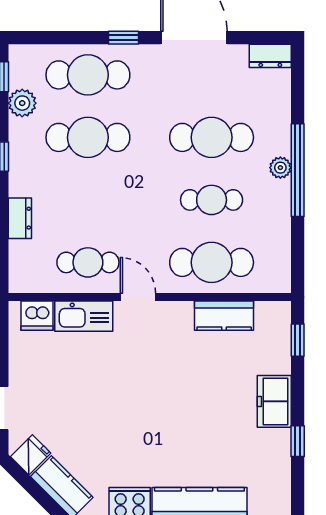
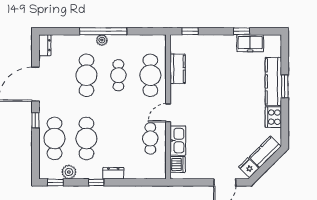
dresser: (20, 218) -> (113, 173), moved
freezer: (274, 401) -> (250, 43), moved

